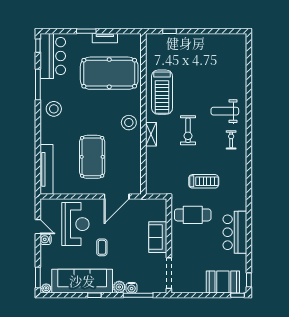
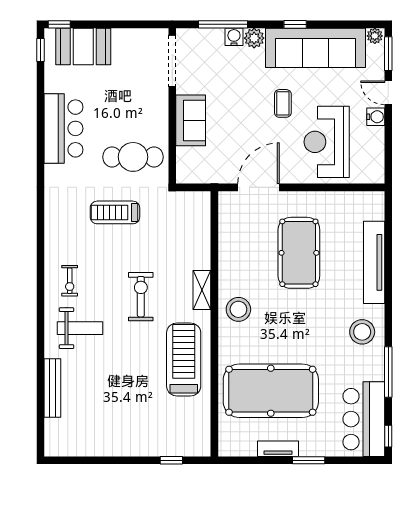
bench: (242, 75) -> (52, 388), added
tv unit: (47, 169) -> (374, 262), moved
door: (38, 227) -> (388, 93), moved

